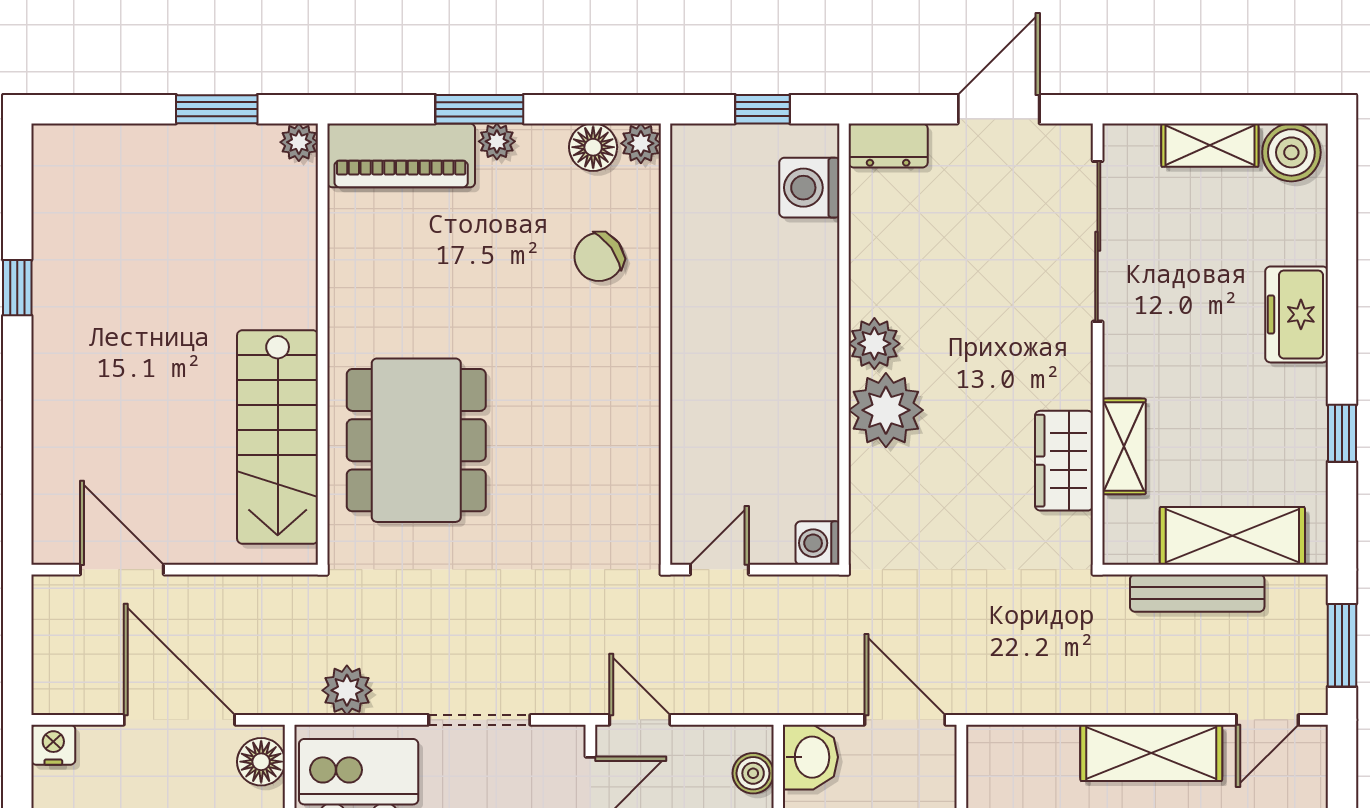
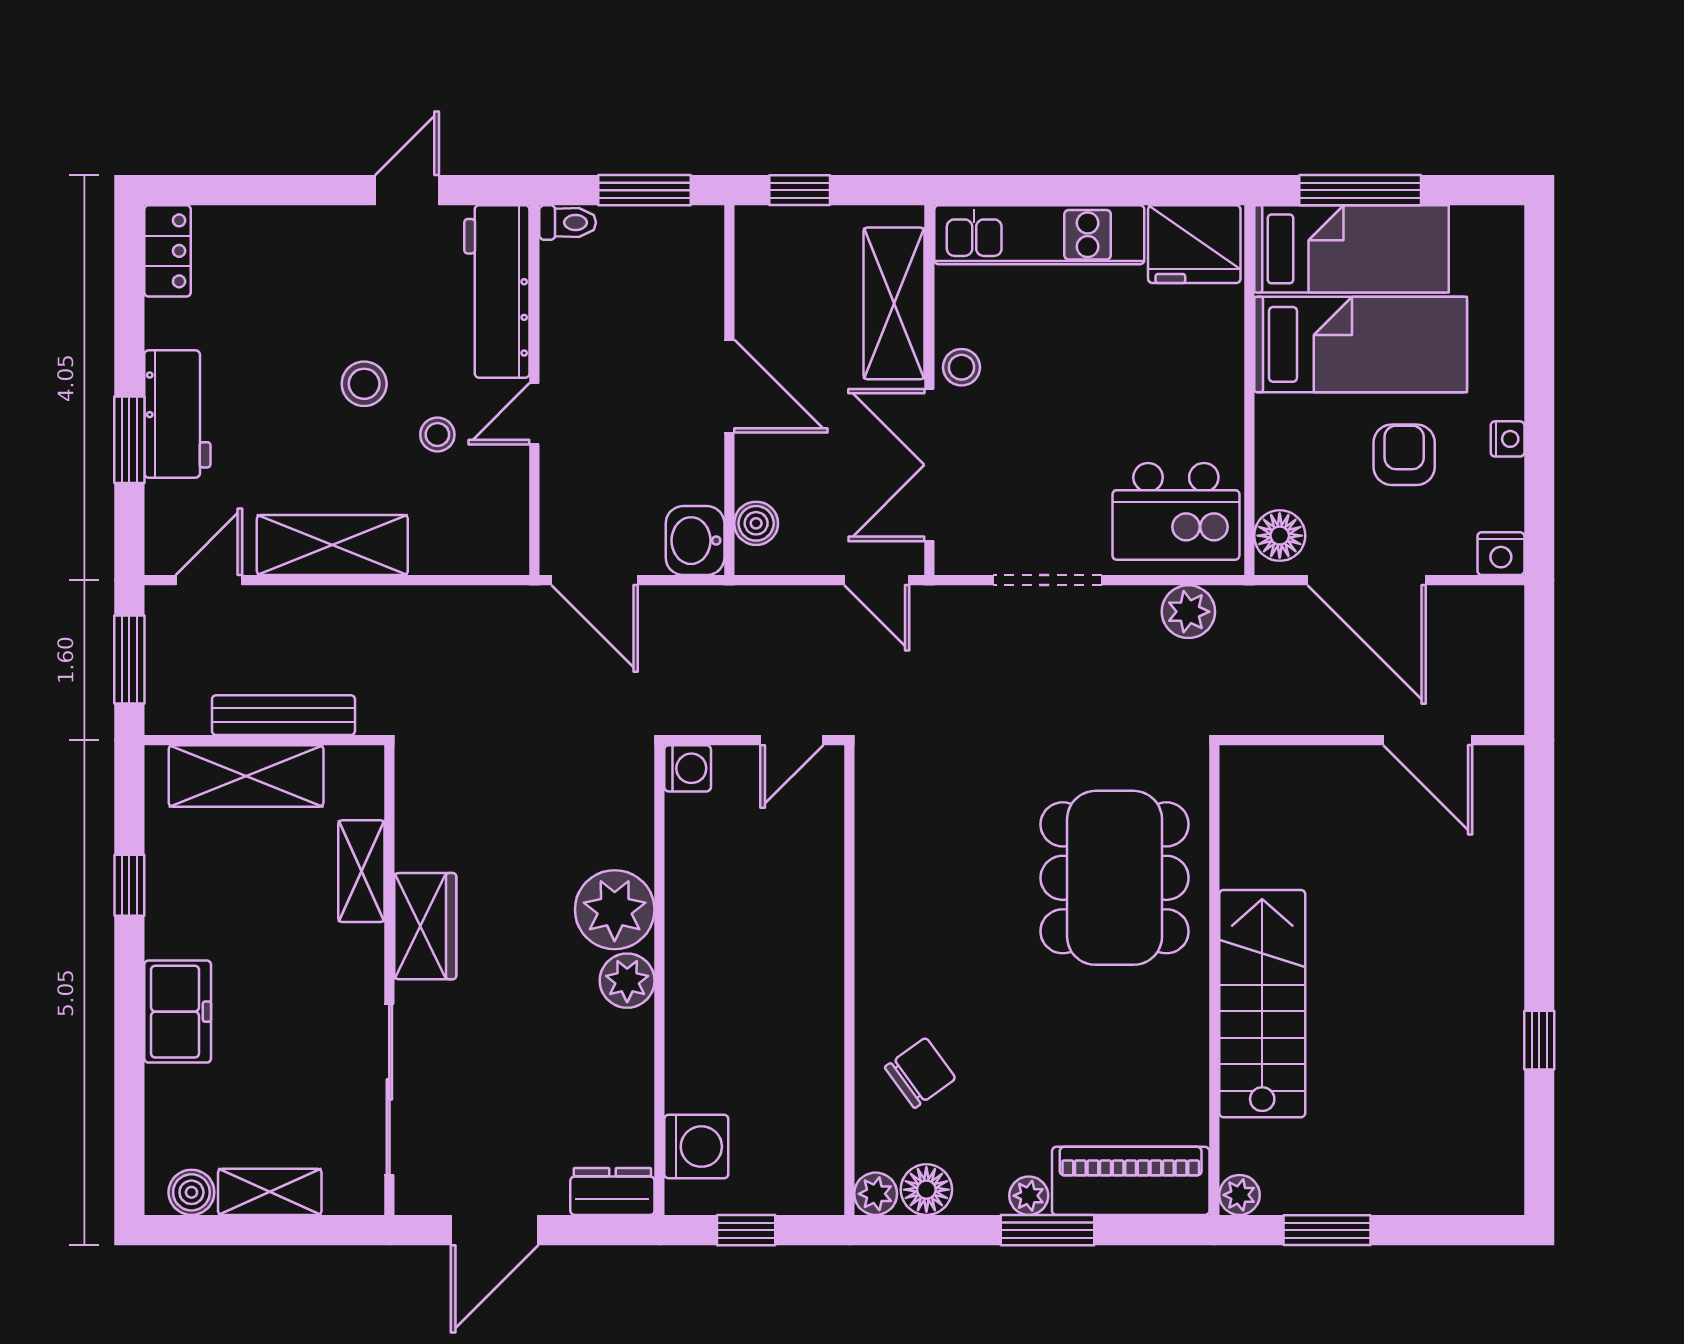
boiler: (1291, 152) -> (191, 1192), width x0.73, depth x0.73
stairs: (278, 437) -> (1262, 1004), moved
wardrobe: (1064, 461) -> (425, 926), moved

